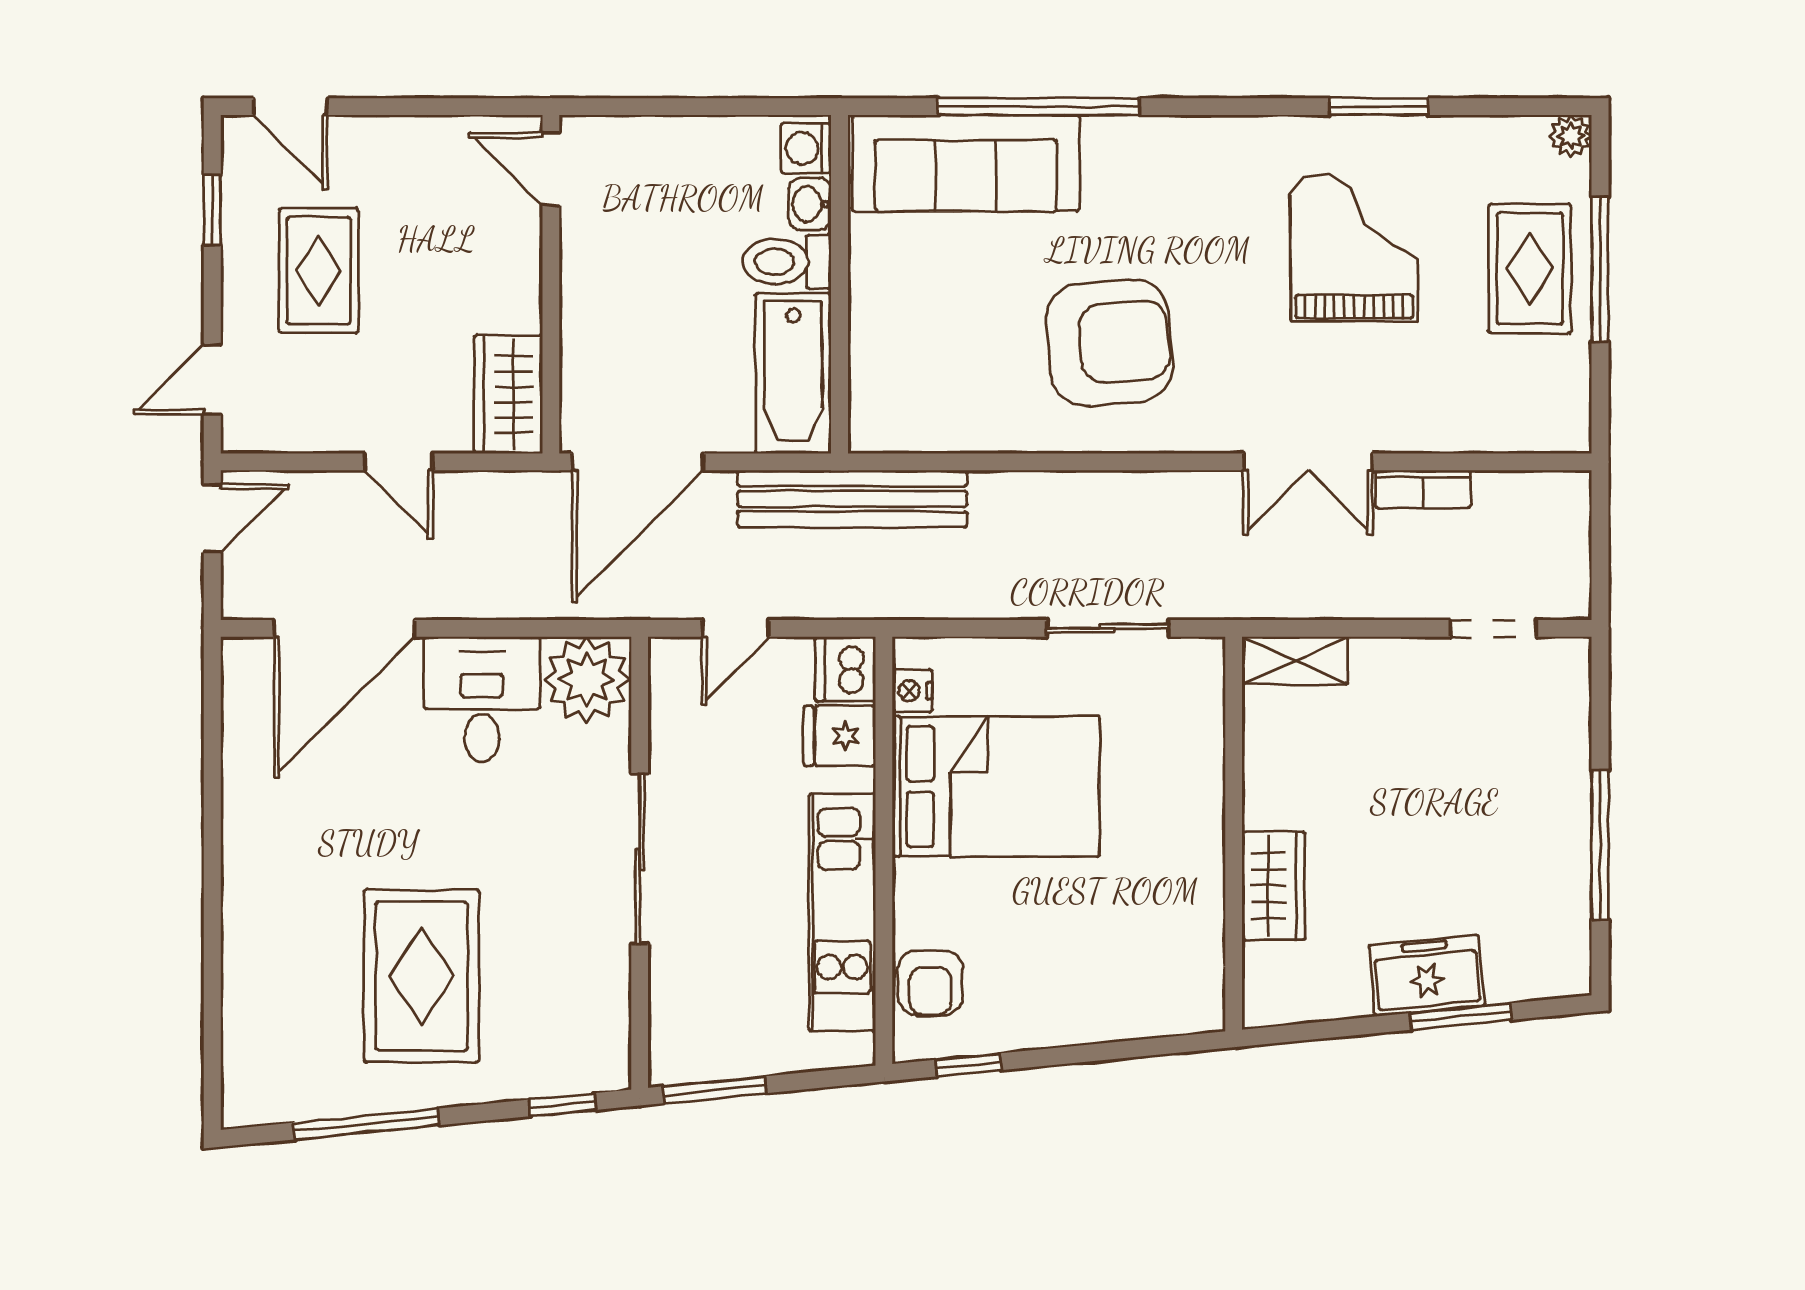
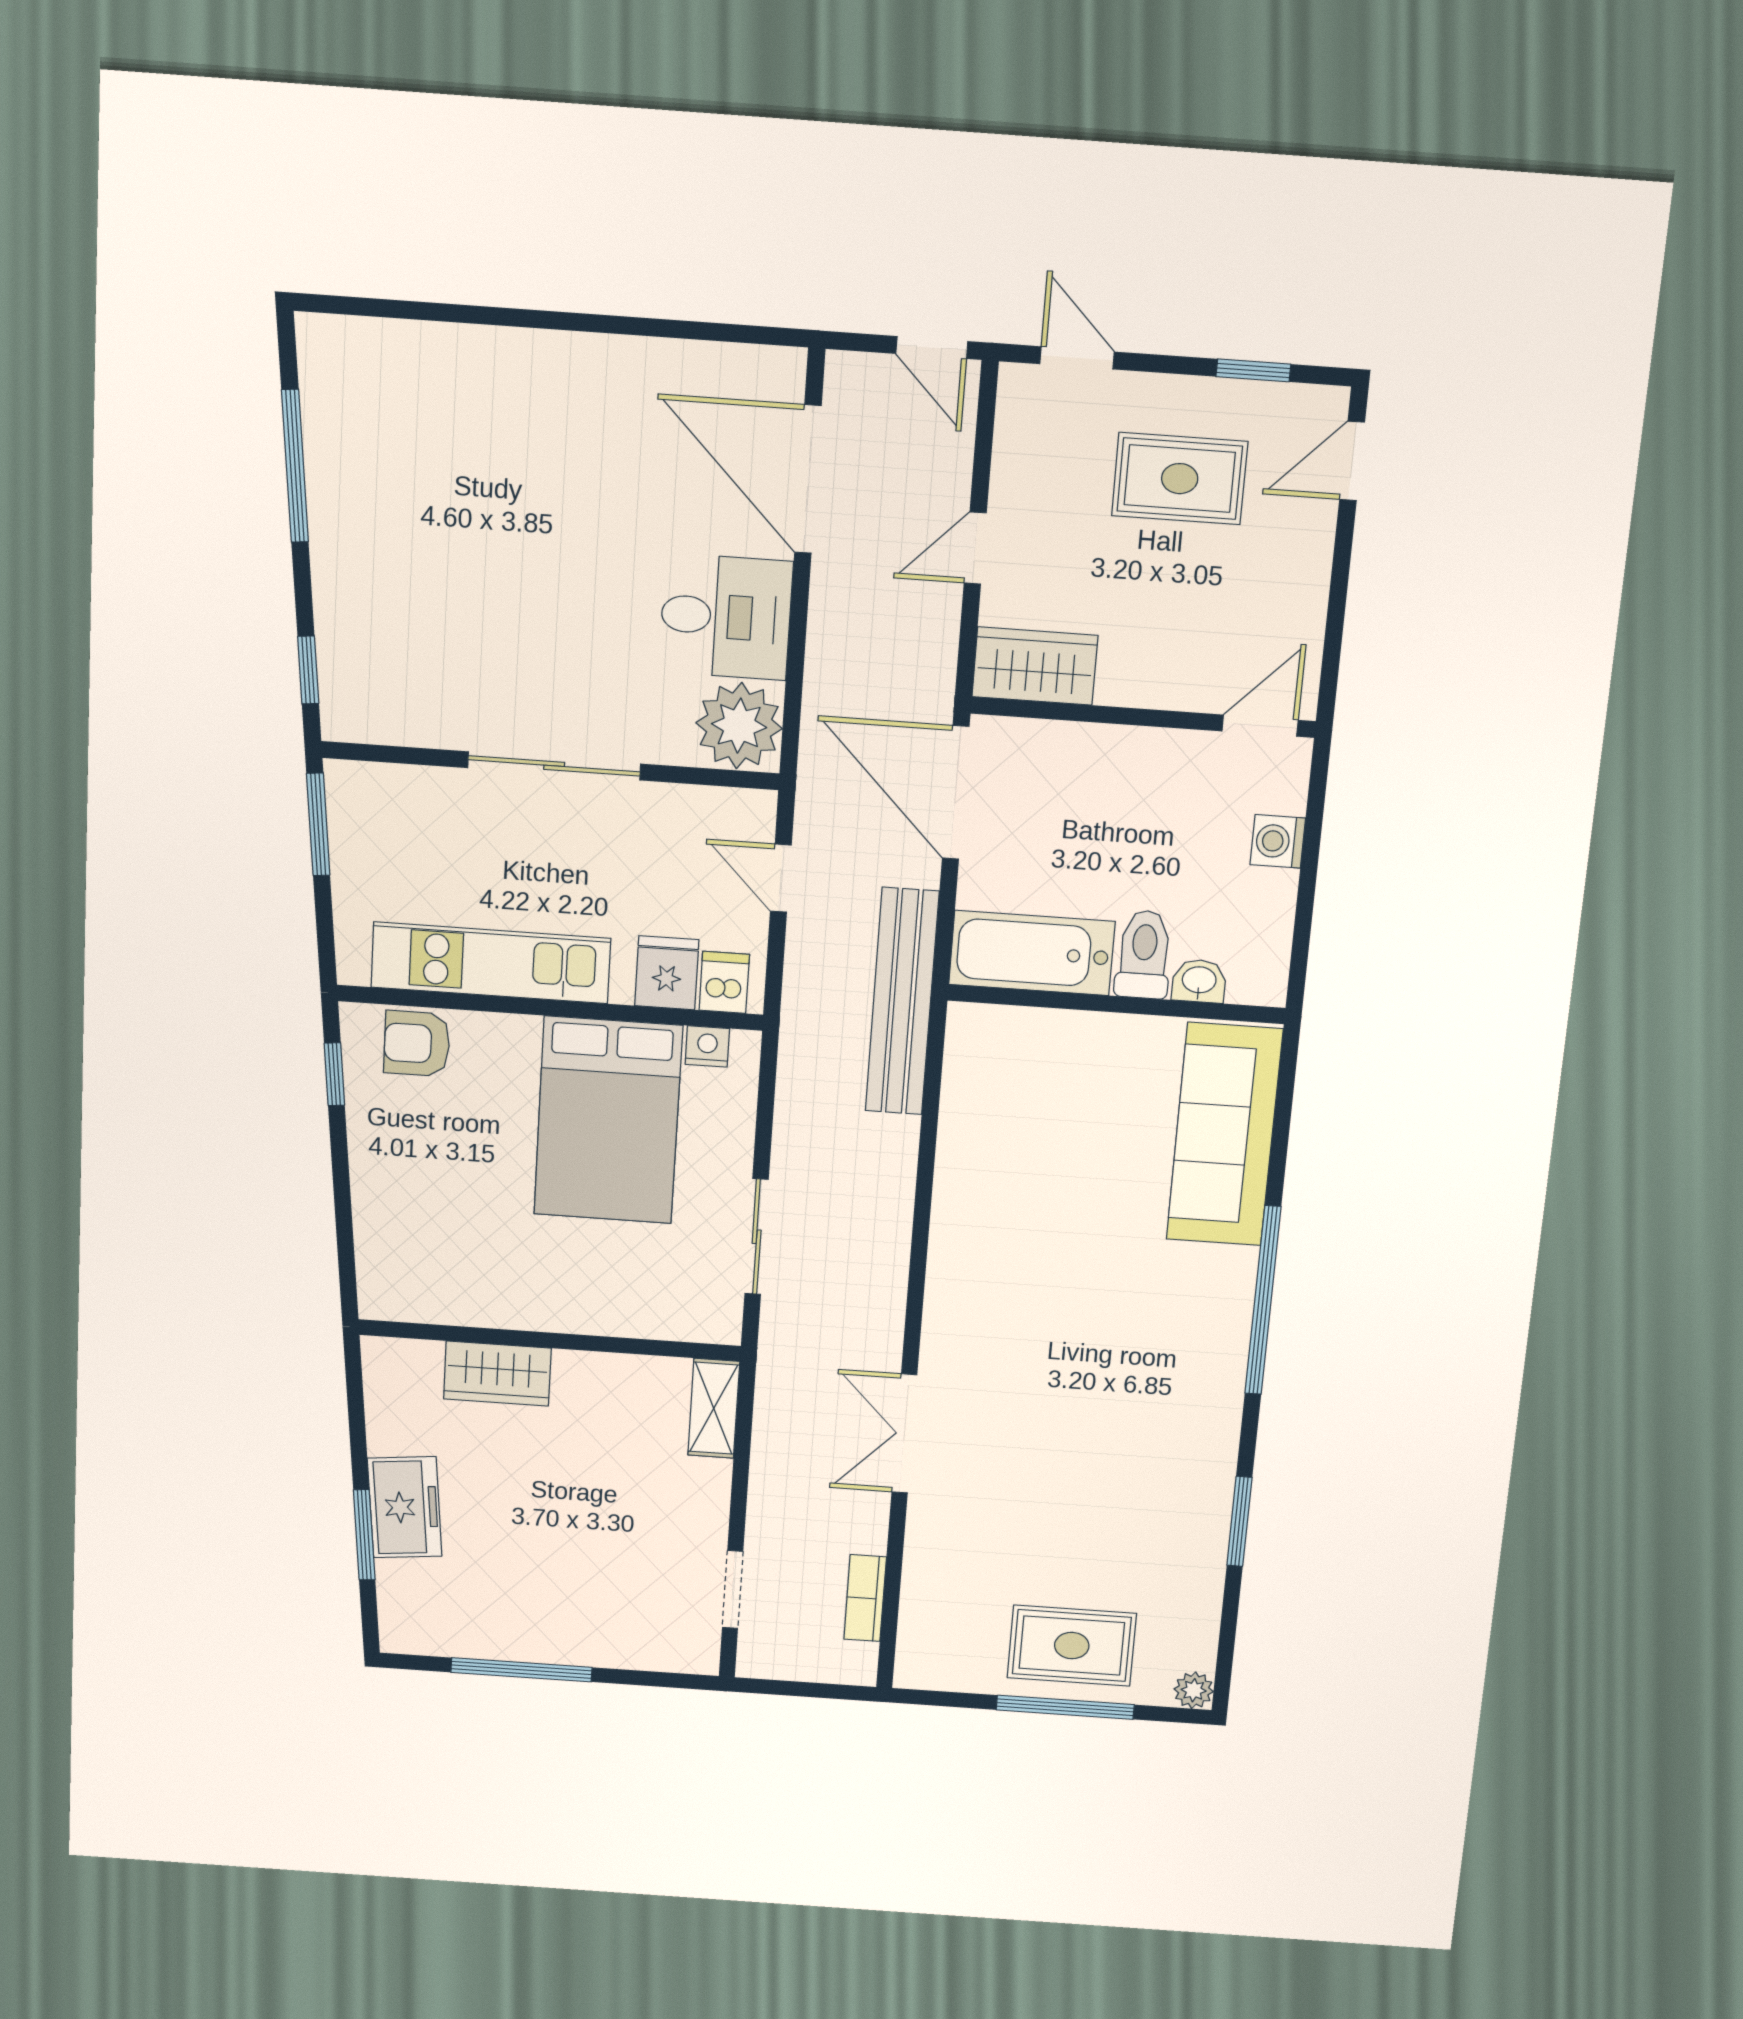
window: (1039, 107) -> (1263, 1300), moved
washing machine: (806, 148) -> (1278, 841), moved, turned -90
grand piano: (1354, 248) -> (1107, 1490), removed
armchair: (1110, 343) -> (1035, 1258), removed
bookcase: (1423, 489) -> (865, 1598), moved
dishwasher: (845, 669) -> (724, 982), width x0.73
rug: (422, 976) -> (445, 534), removed

